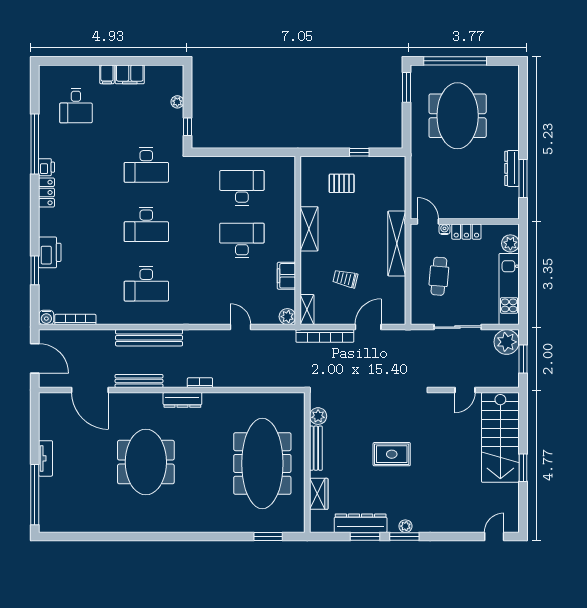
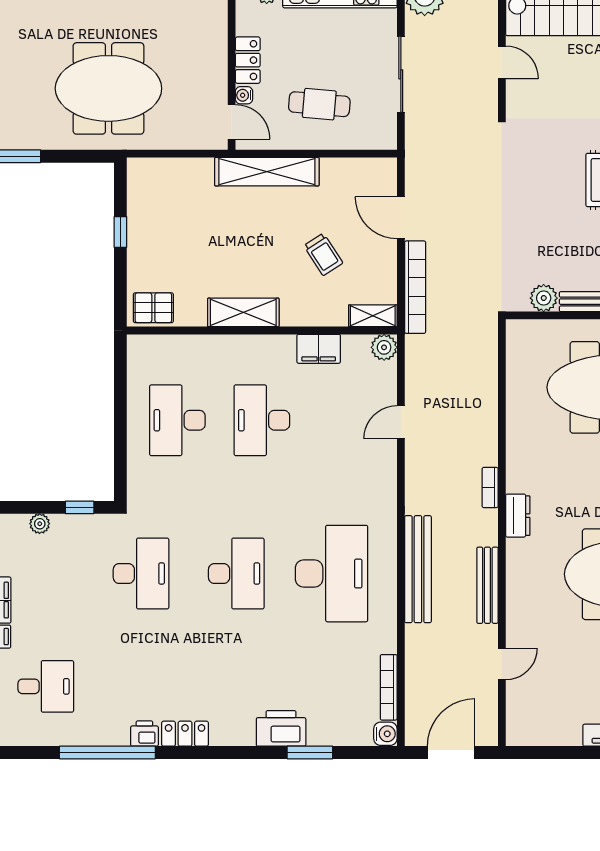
meeting table: (458, 116) -> (108, 88), moved
pallet: (342, 183) -> (153, 308), moved, turned 90
door: (428, 221) -> (232, 122), swing flipped
trolley: (345, 279) -> (323, 254), turned -46
desk: (146, 284) -> (331, 574), width x1.36, depth x1.30
door: (90, 390) -> (502, 664), width x0.53
dresser: (182, 400) -> (518, 516), width x0.70

